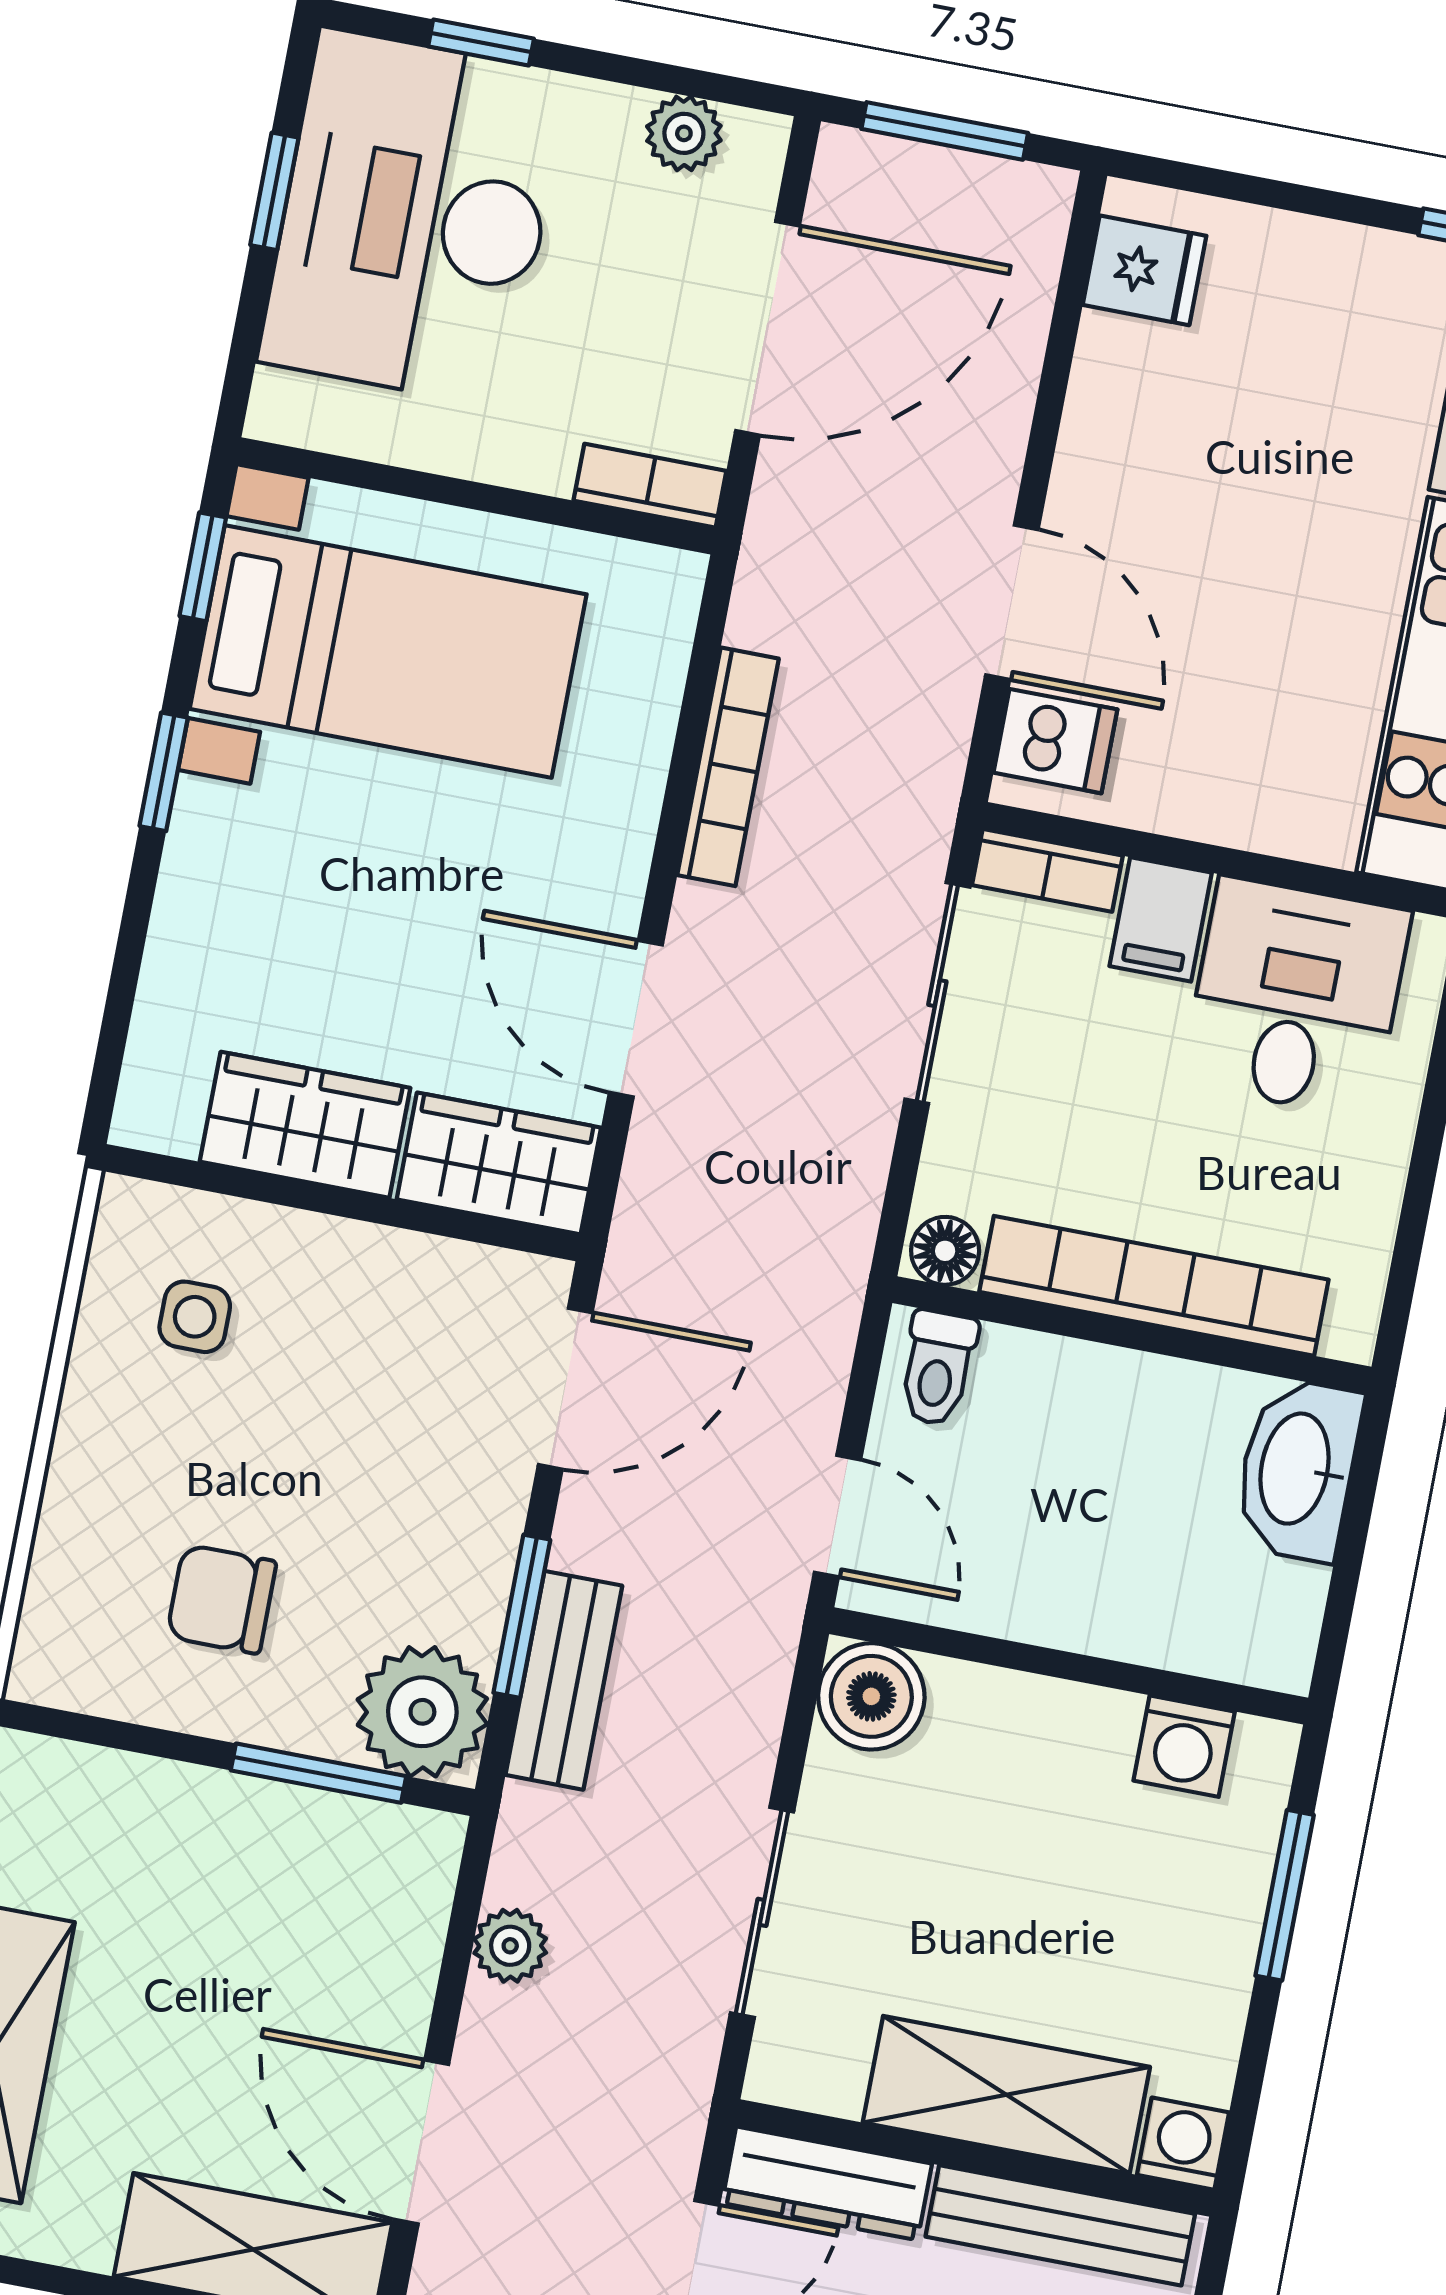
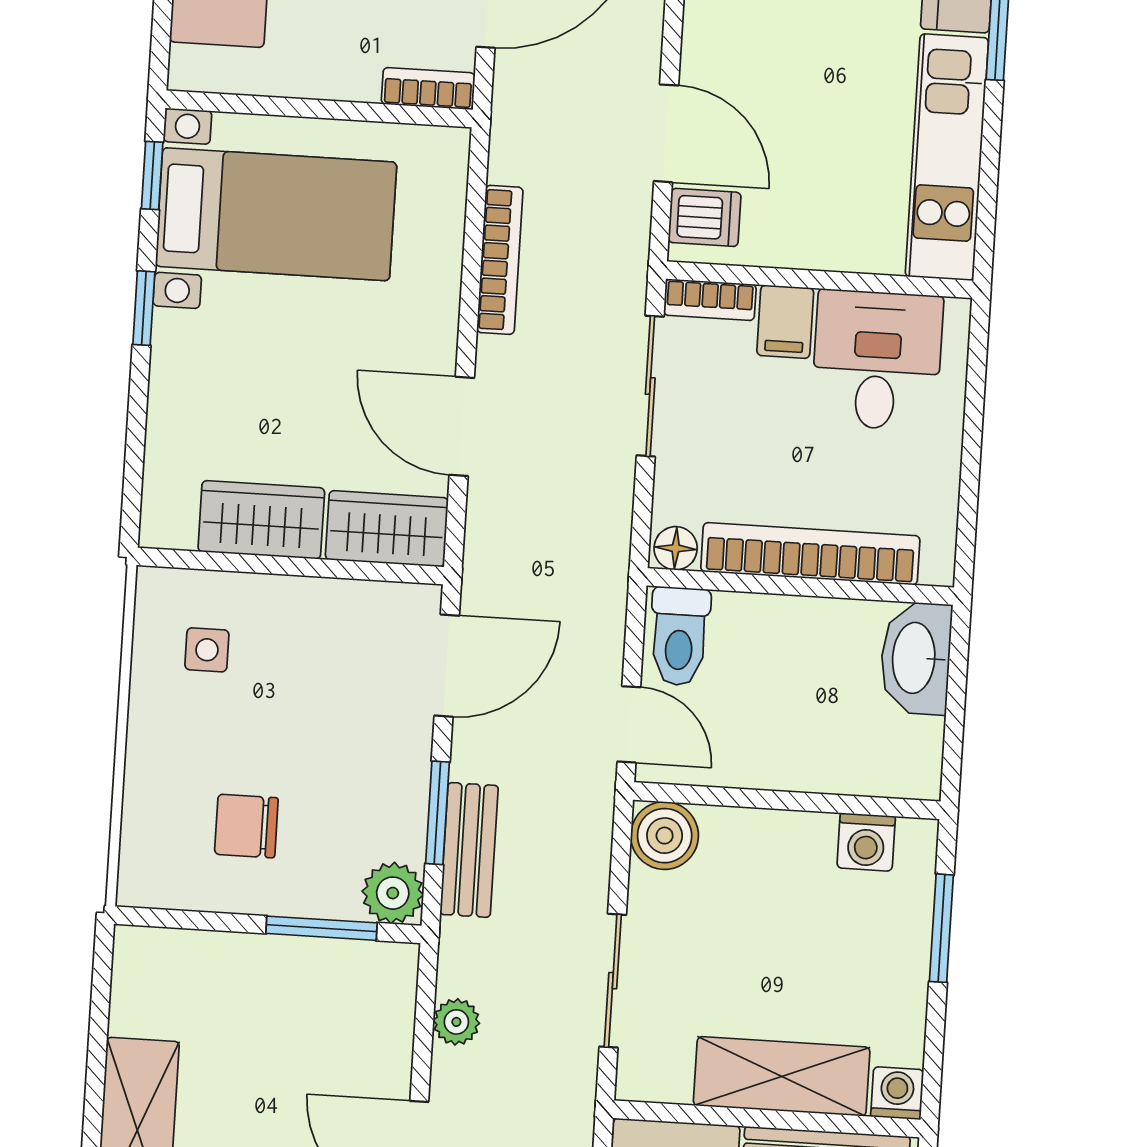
toilet: (938, 1368) -> (679, 636), width x1.37, depth x1.39
plant: (422, 1712) -> (393, 893), width x0.73, depth x0.73

